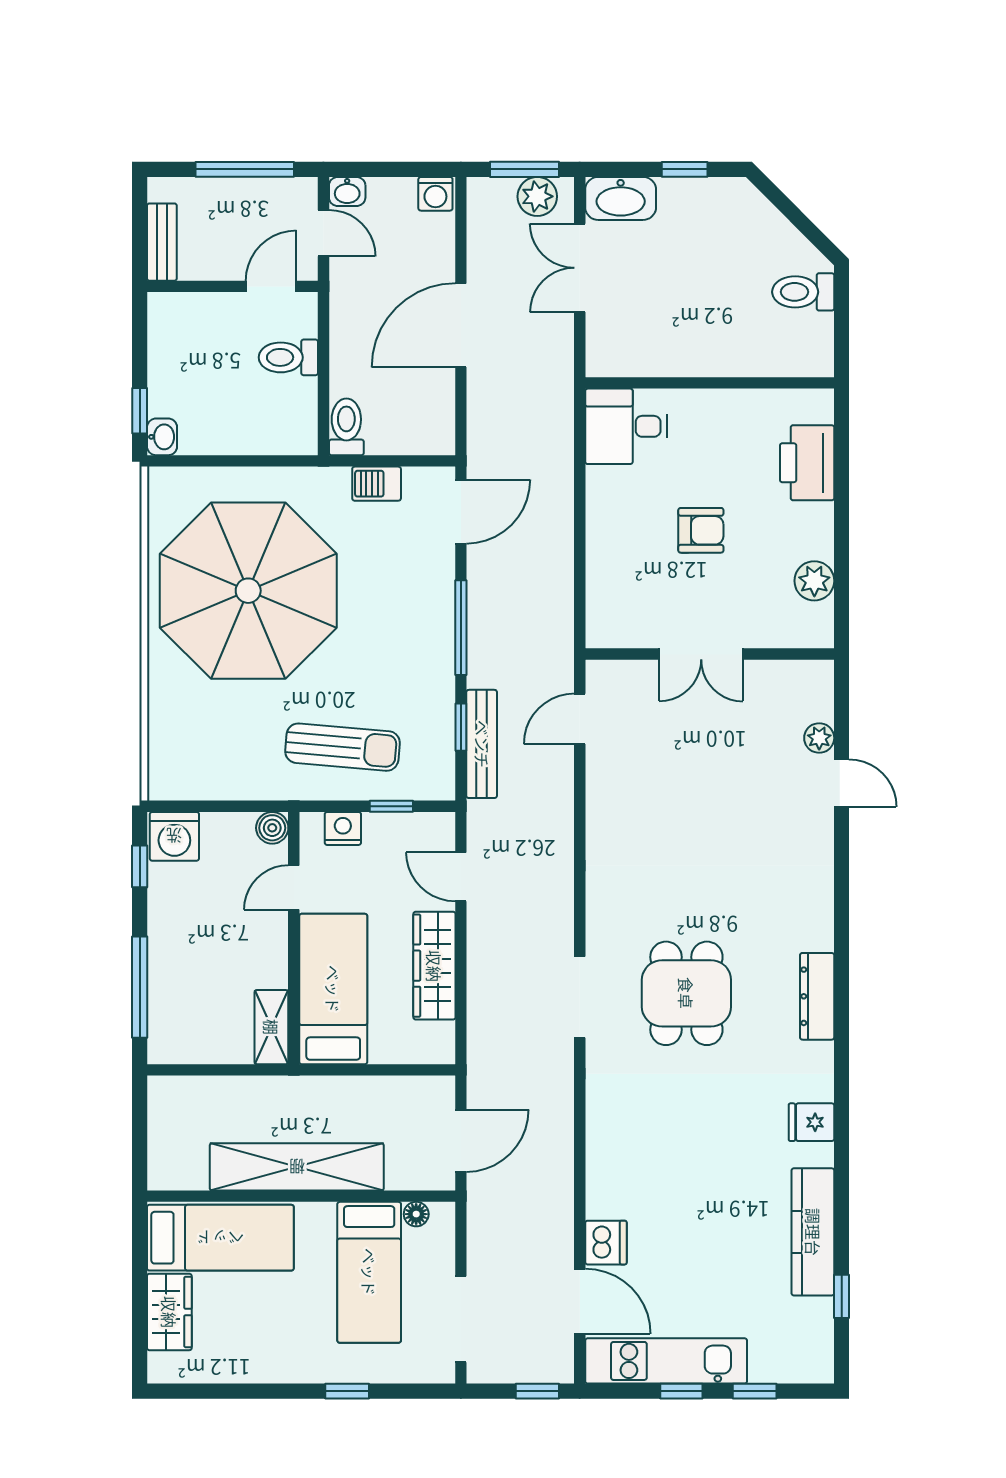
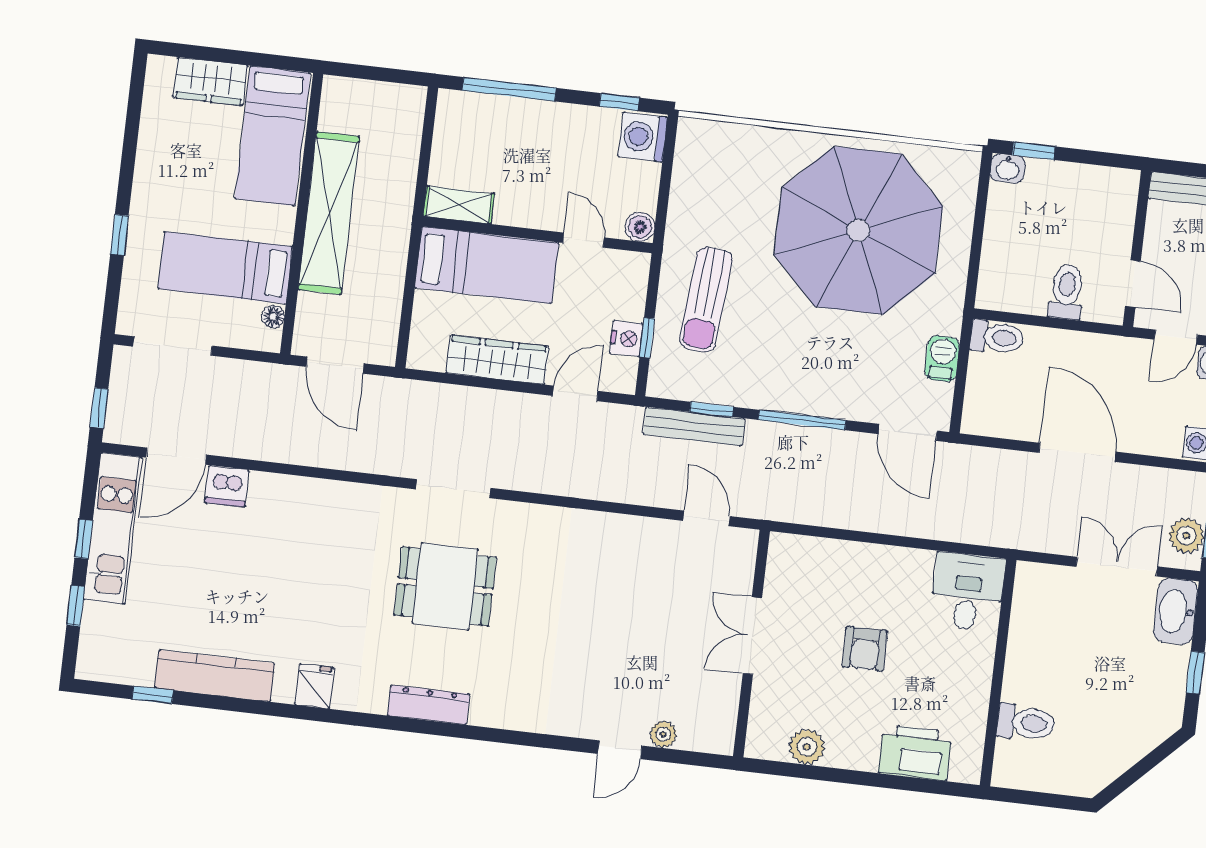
toilet: (803, 292) -> (1026, 723), moved, turned 90
nightstand: (343, 828) -> (626, 339), moved

